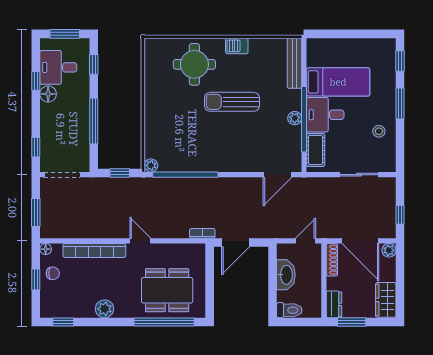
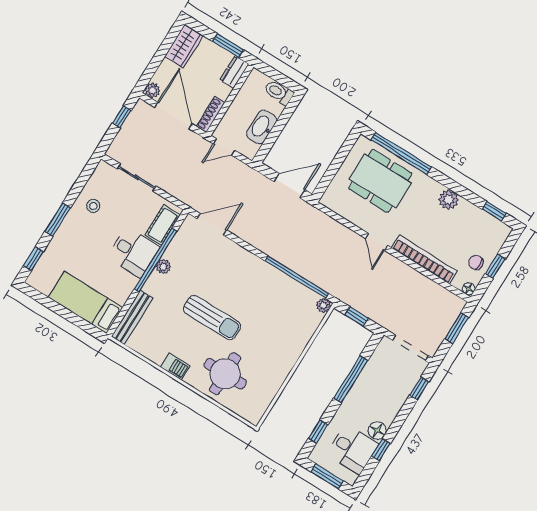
bed: (338, 82) -> (86, 302), moved
bookcase: (202, 233) -> (315, 213), removed

